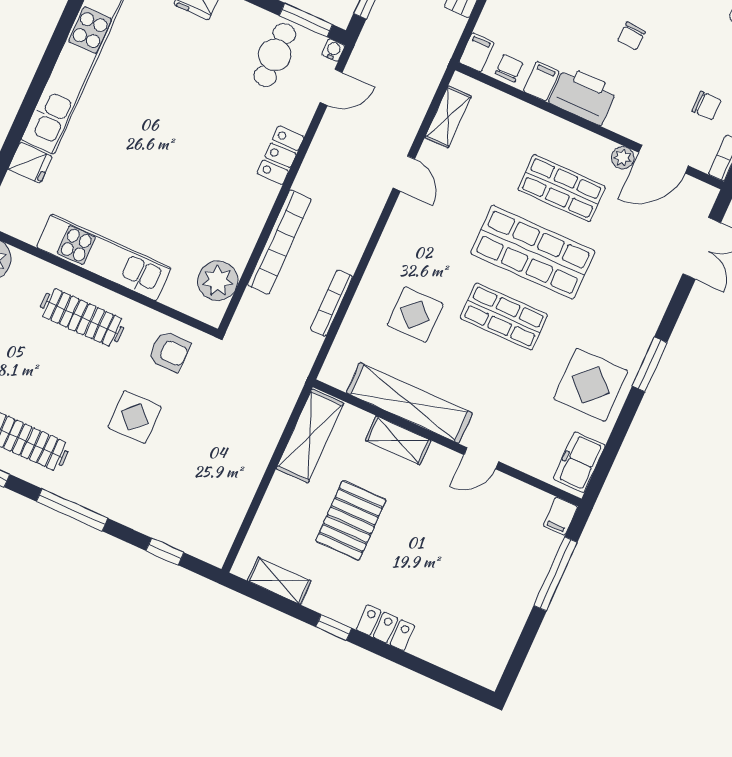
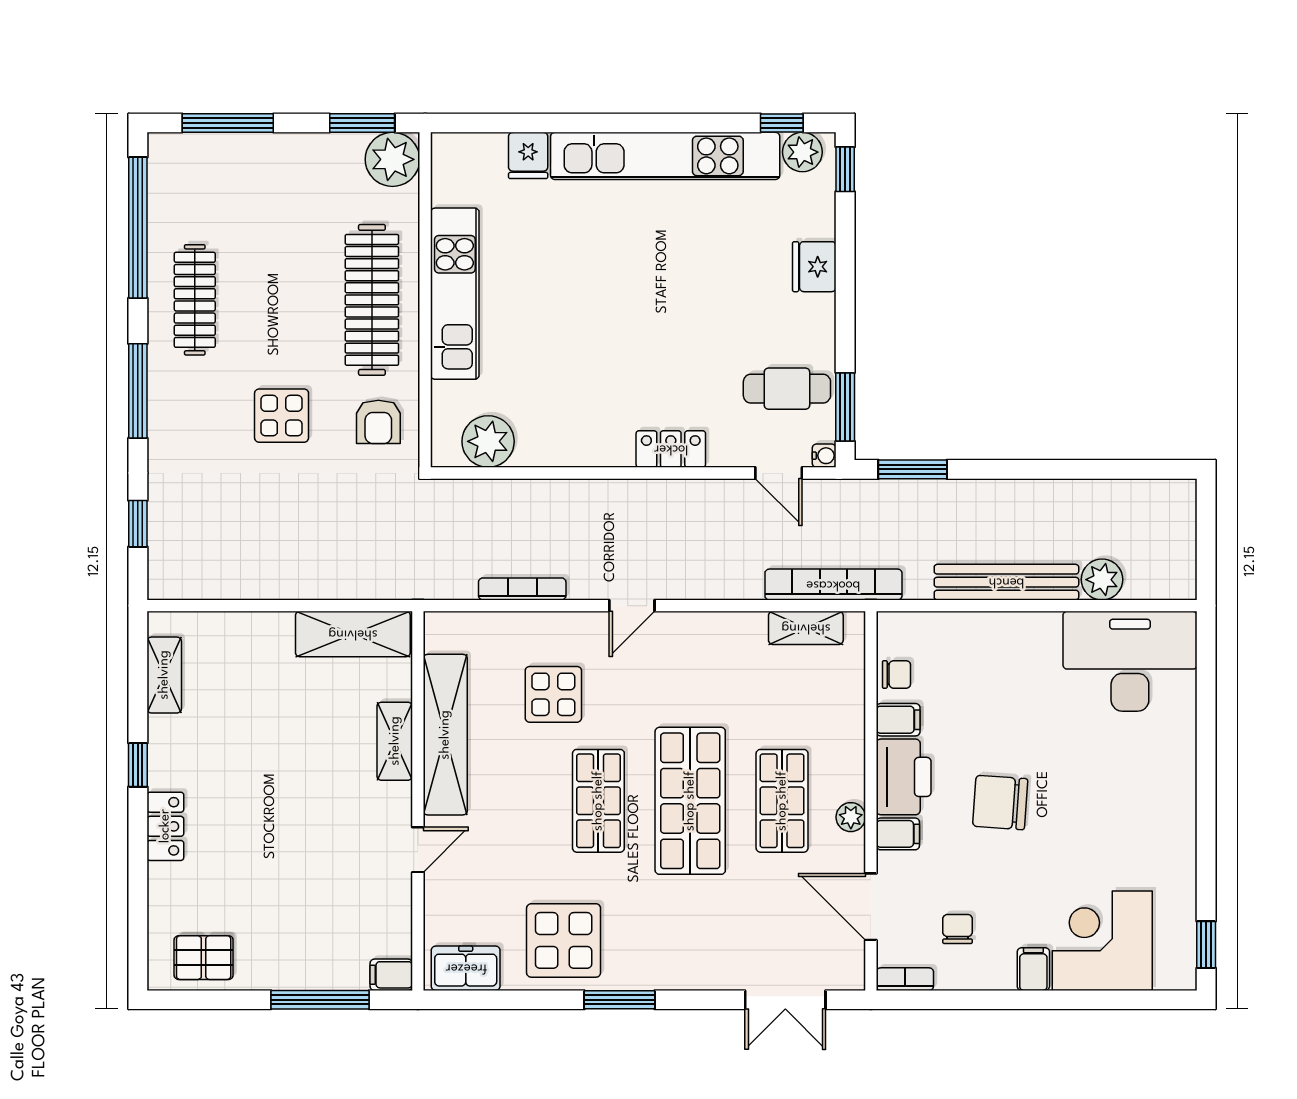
chair: (631, 36) -> (1000, 803), width x1.87, depth x1.87
filing cabinet: (477, 52) -> (898, 834), moved
chair: (706, 106) -> (958, 929), turned 180
plant: (623, 158) -> (851, 817), moved
door: (404, 173) -> (632, 606), moved
bookcase: (279, 242) -> (833, 585), moved, turned 180
clothes rail: (82, 317) -> (372, 300), width x1.37, depth x1.31
door: (481, 458) -> (418, 850), swing flipped
pallet: (351, 520) -> (204, 958), moved, width x0.67, depth x0.71

